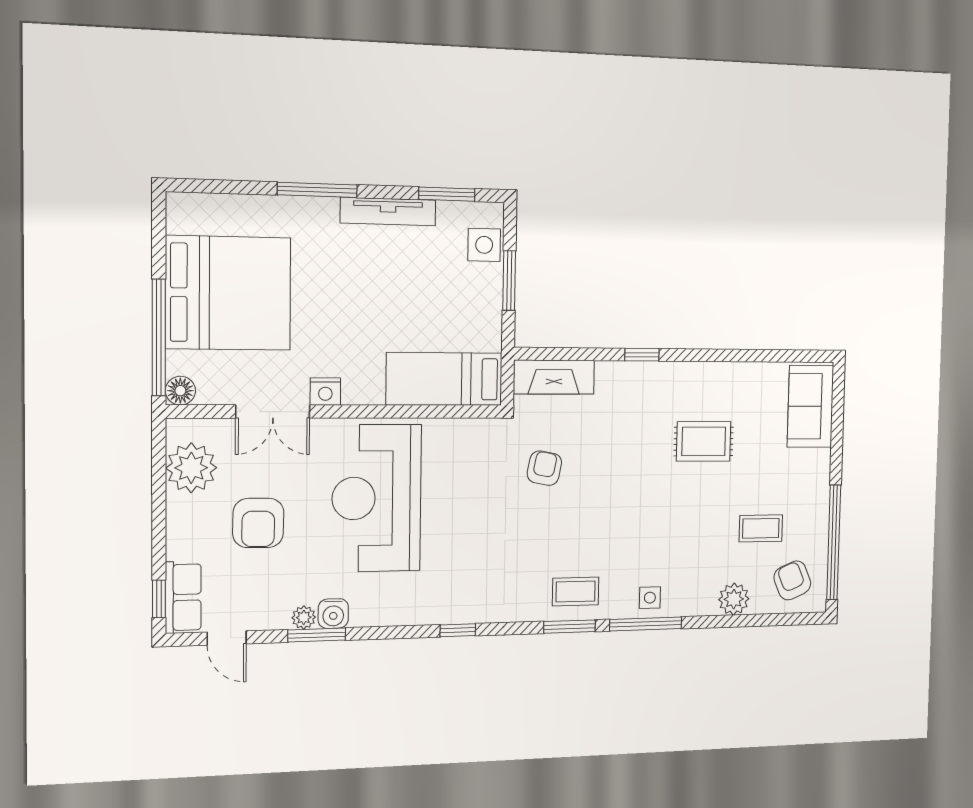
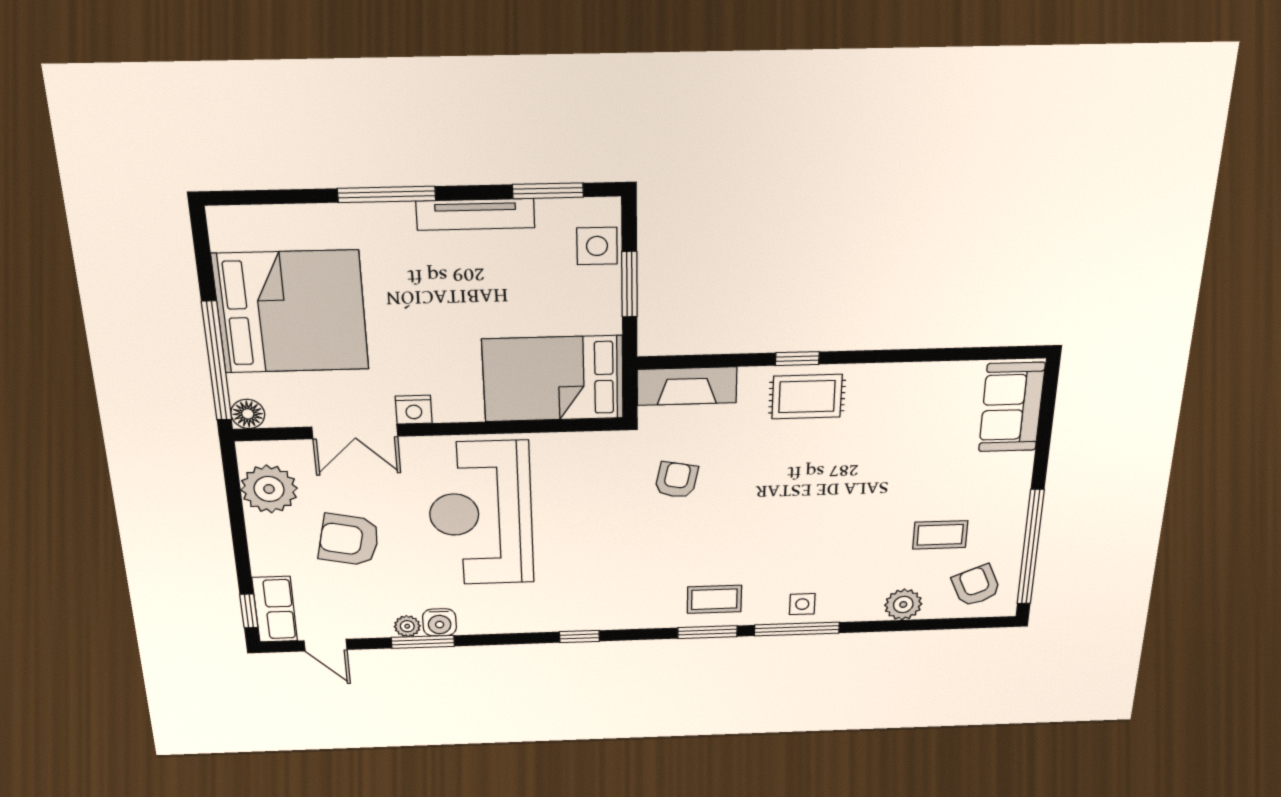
bed: (444, 379) -> (553, 379), width x1.50
rug: (704, 441) -> (807, 397), moved
armchair: (258, 523) -> (349, 540), turned 101

